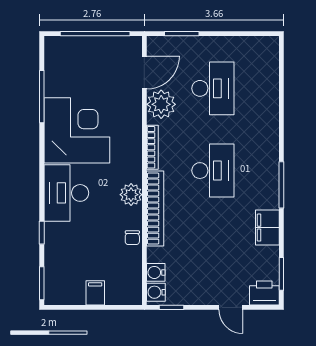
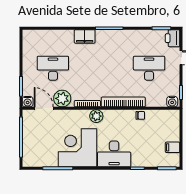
desk: (213, 171) -> (149, 68), moved
plant: (131, 195) -> (96, 116), moved
filing cabinet: (267, 228) -> (85, 36), moved
water cooler: (156, 272) -> (28, 102), moved
filing cabinet: (95, 293) -> (173, 147), moved

